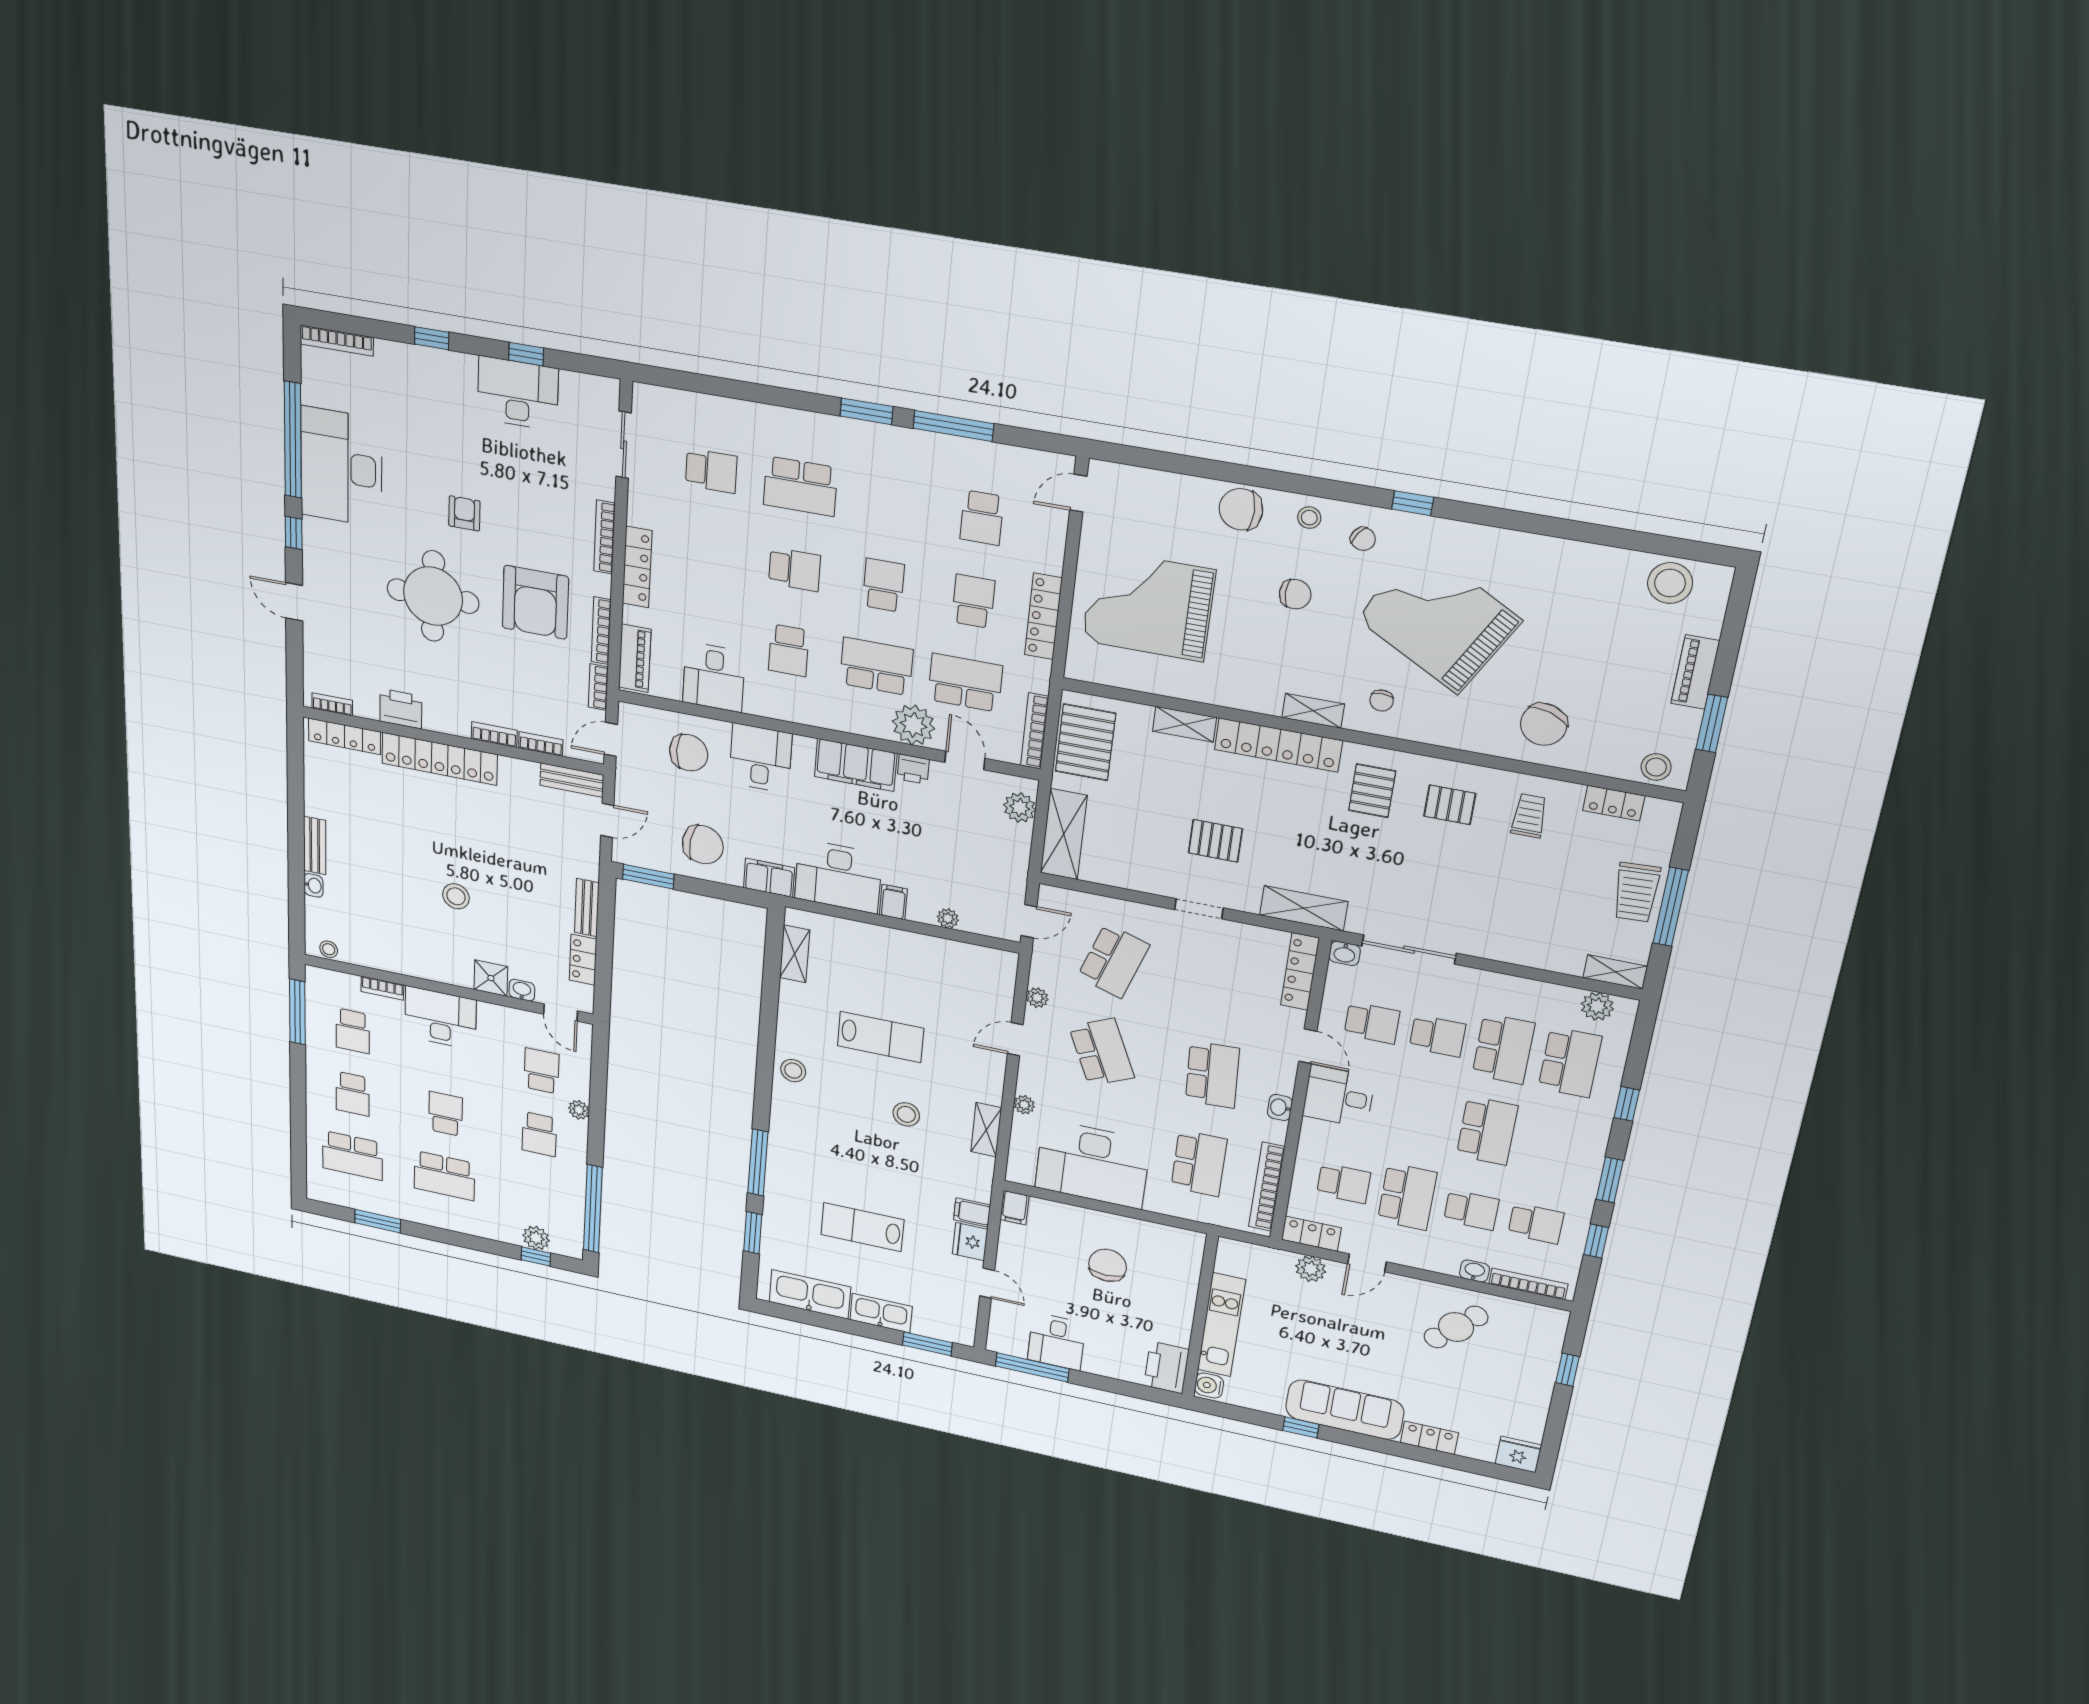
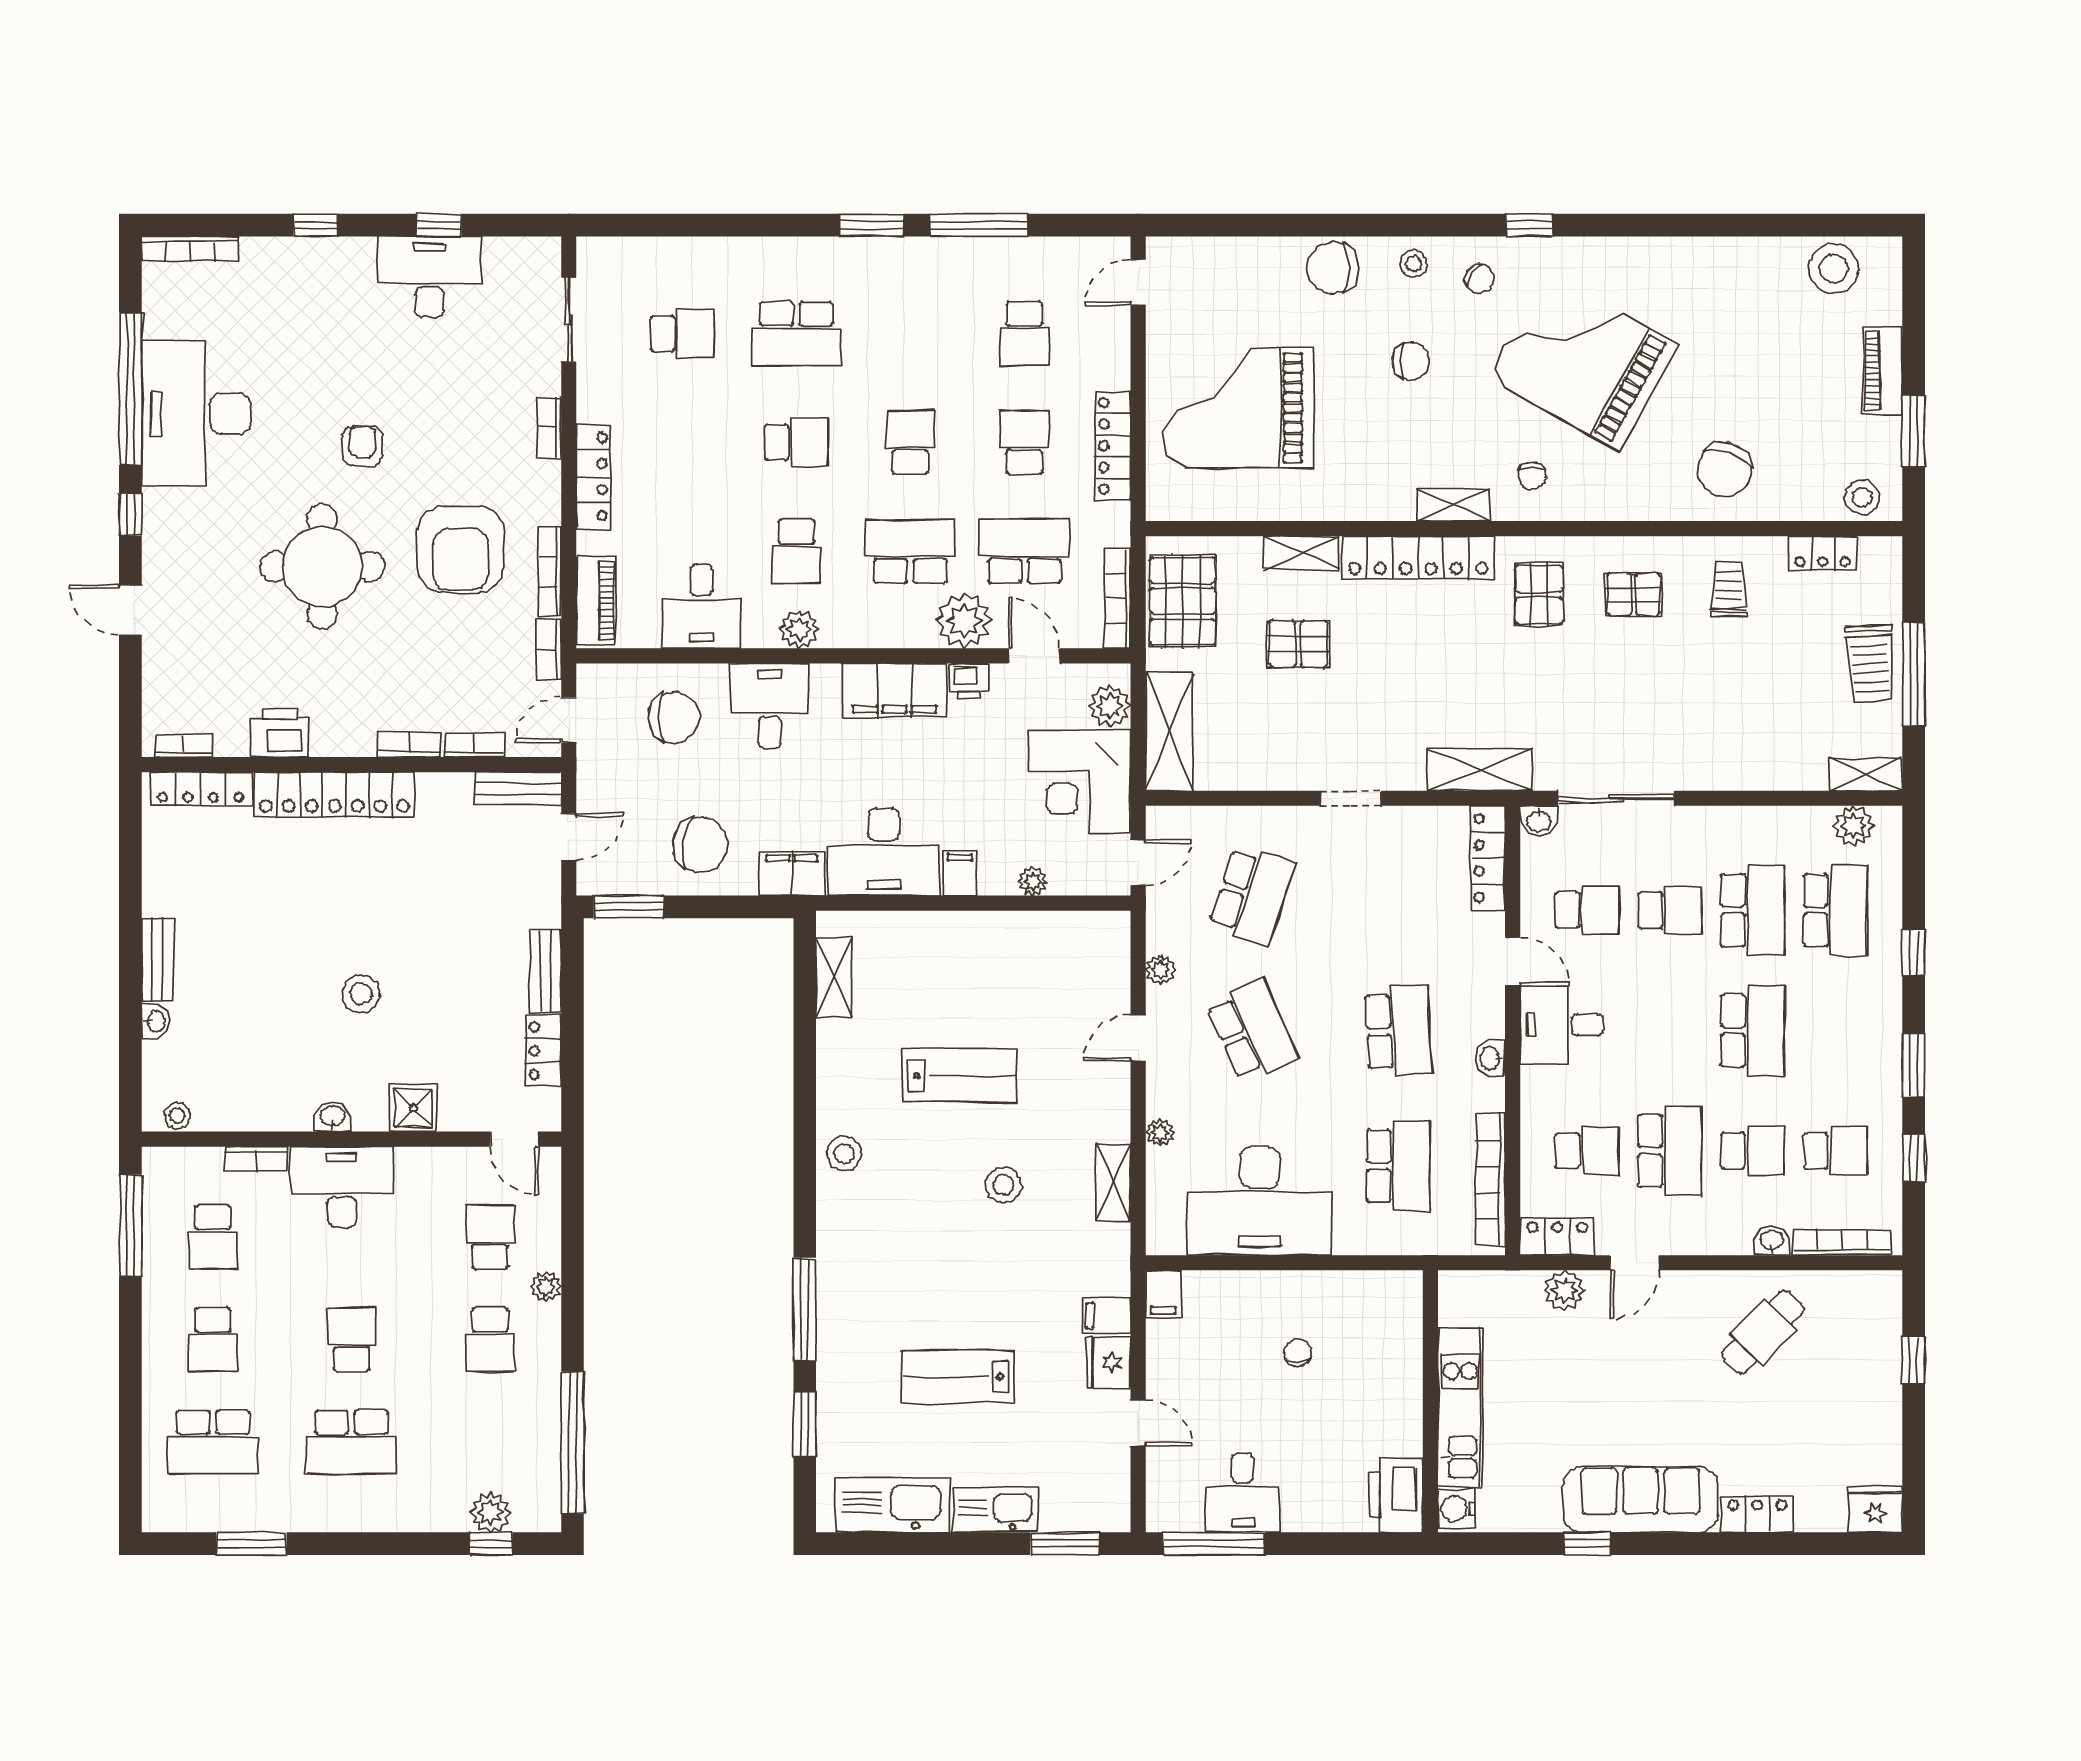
bookcase: (605, 537) -> (549, 427), width x0.64
plant: (786, 707) -> (799, 629), added
pallet: (1215, 841) -> (1298, 644), moved
corner desk: (991, 856) -> (1079, 781), added
washbasin: (522, 990) -> (332, 1117), moved
chair: (1108, 1265) -> (1298, 1353), width x0.54, depth x0.54

